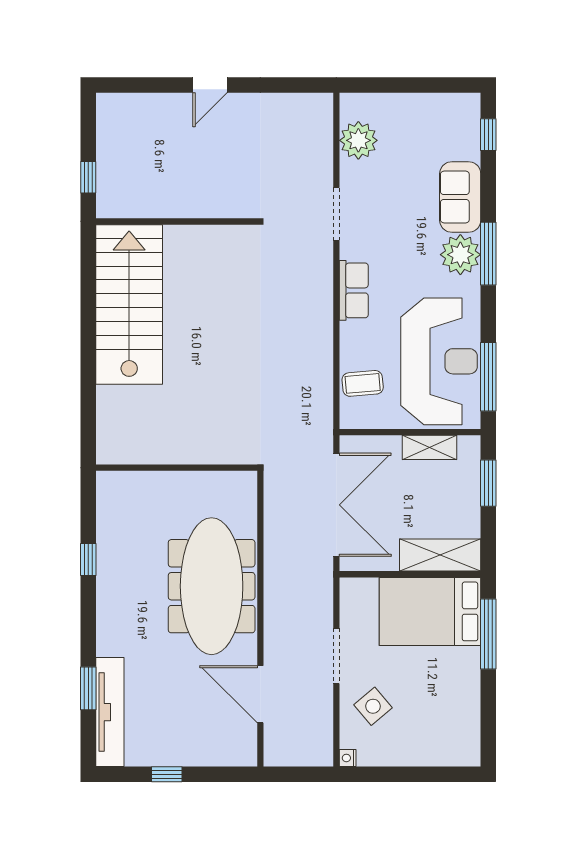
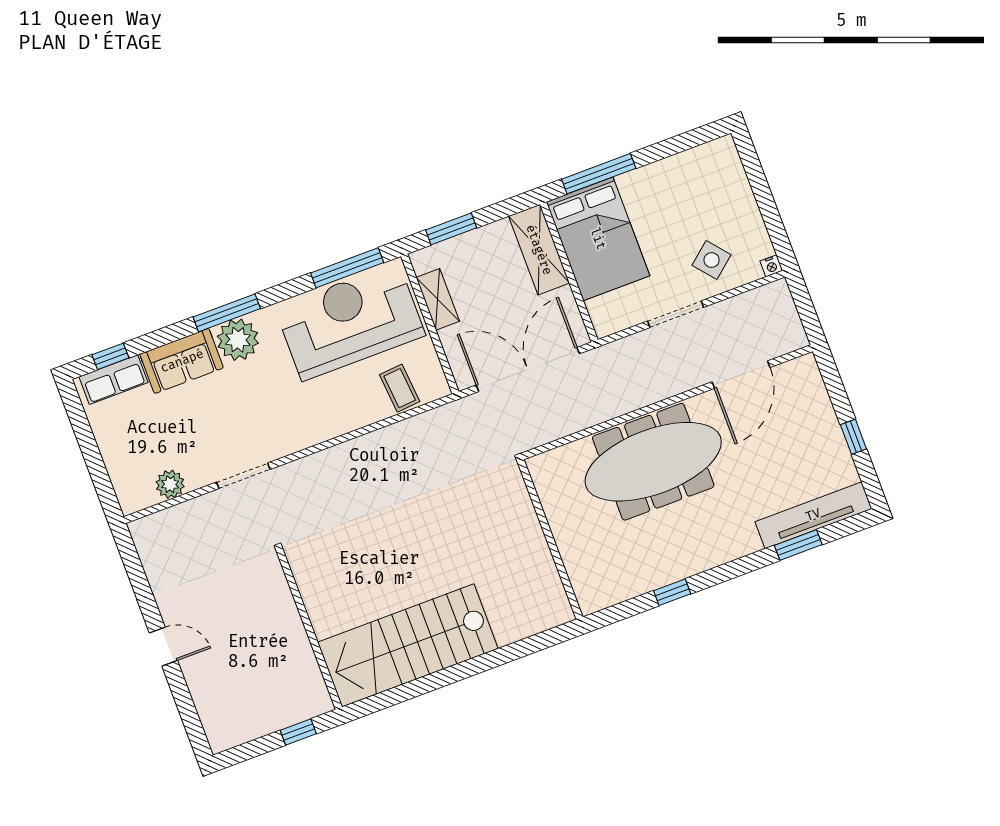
plant: (358, 140) -> (170, 484), width x0.73, depth x0.73
row of seats: (354, 290) -> (113, 380), moved, turned 180

